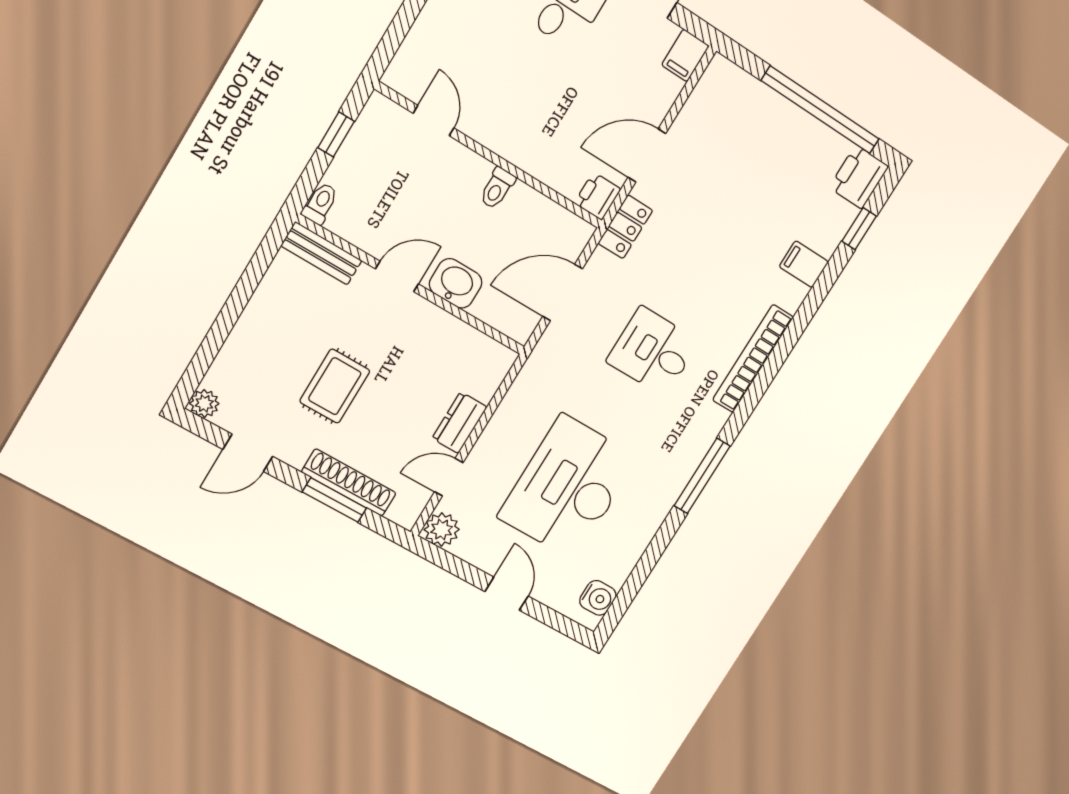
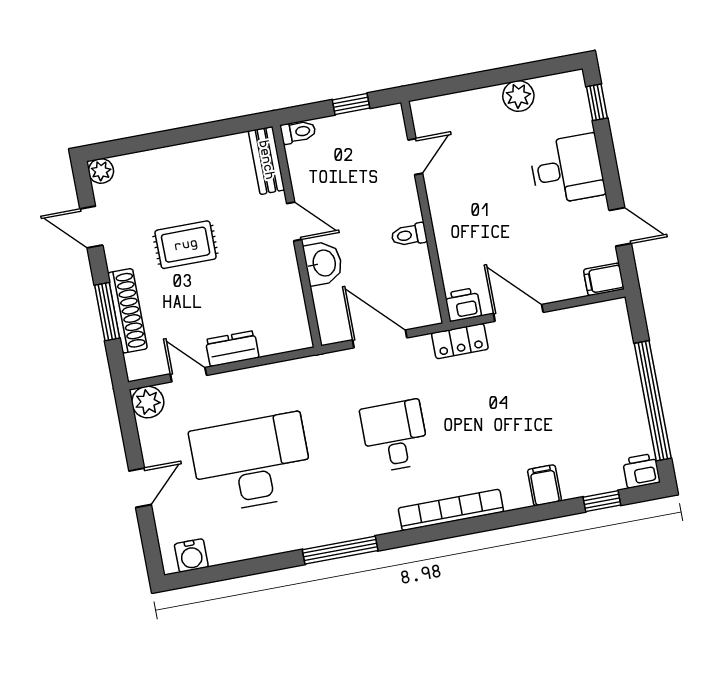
printer: (859, 177) -> (641, 471), width x0.73, depth x0.81

